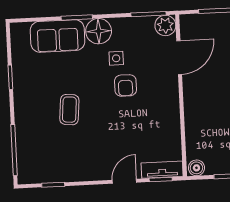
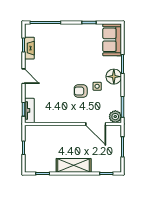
sofa: (58, 36) -> (112, 40), moved
coffee table: (69, 110) -> (68, 57), removed
boiler: (196, 168) -> (29, 131), removed
fireplace: (58, 175) -> (29, 48), added
door: (124, 181) -> (24, 76), moved

